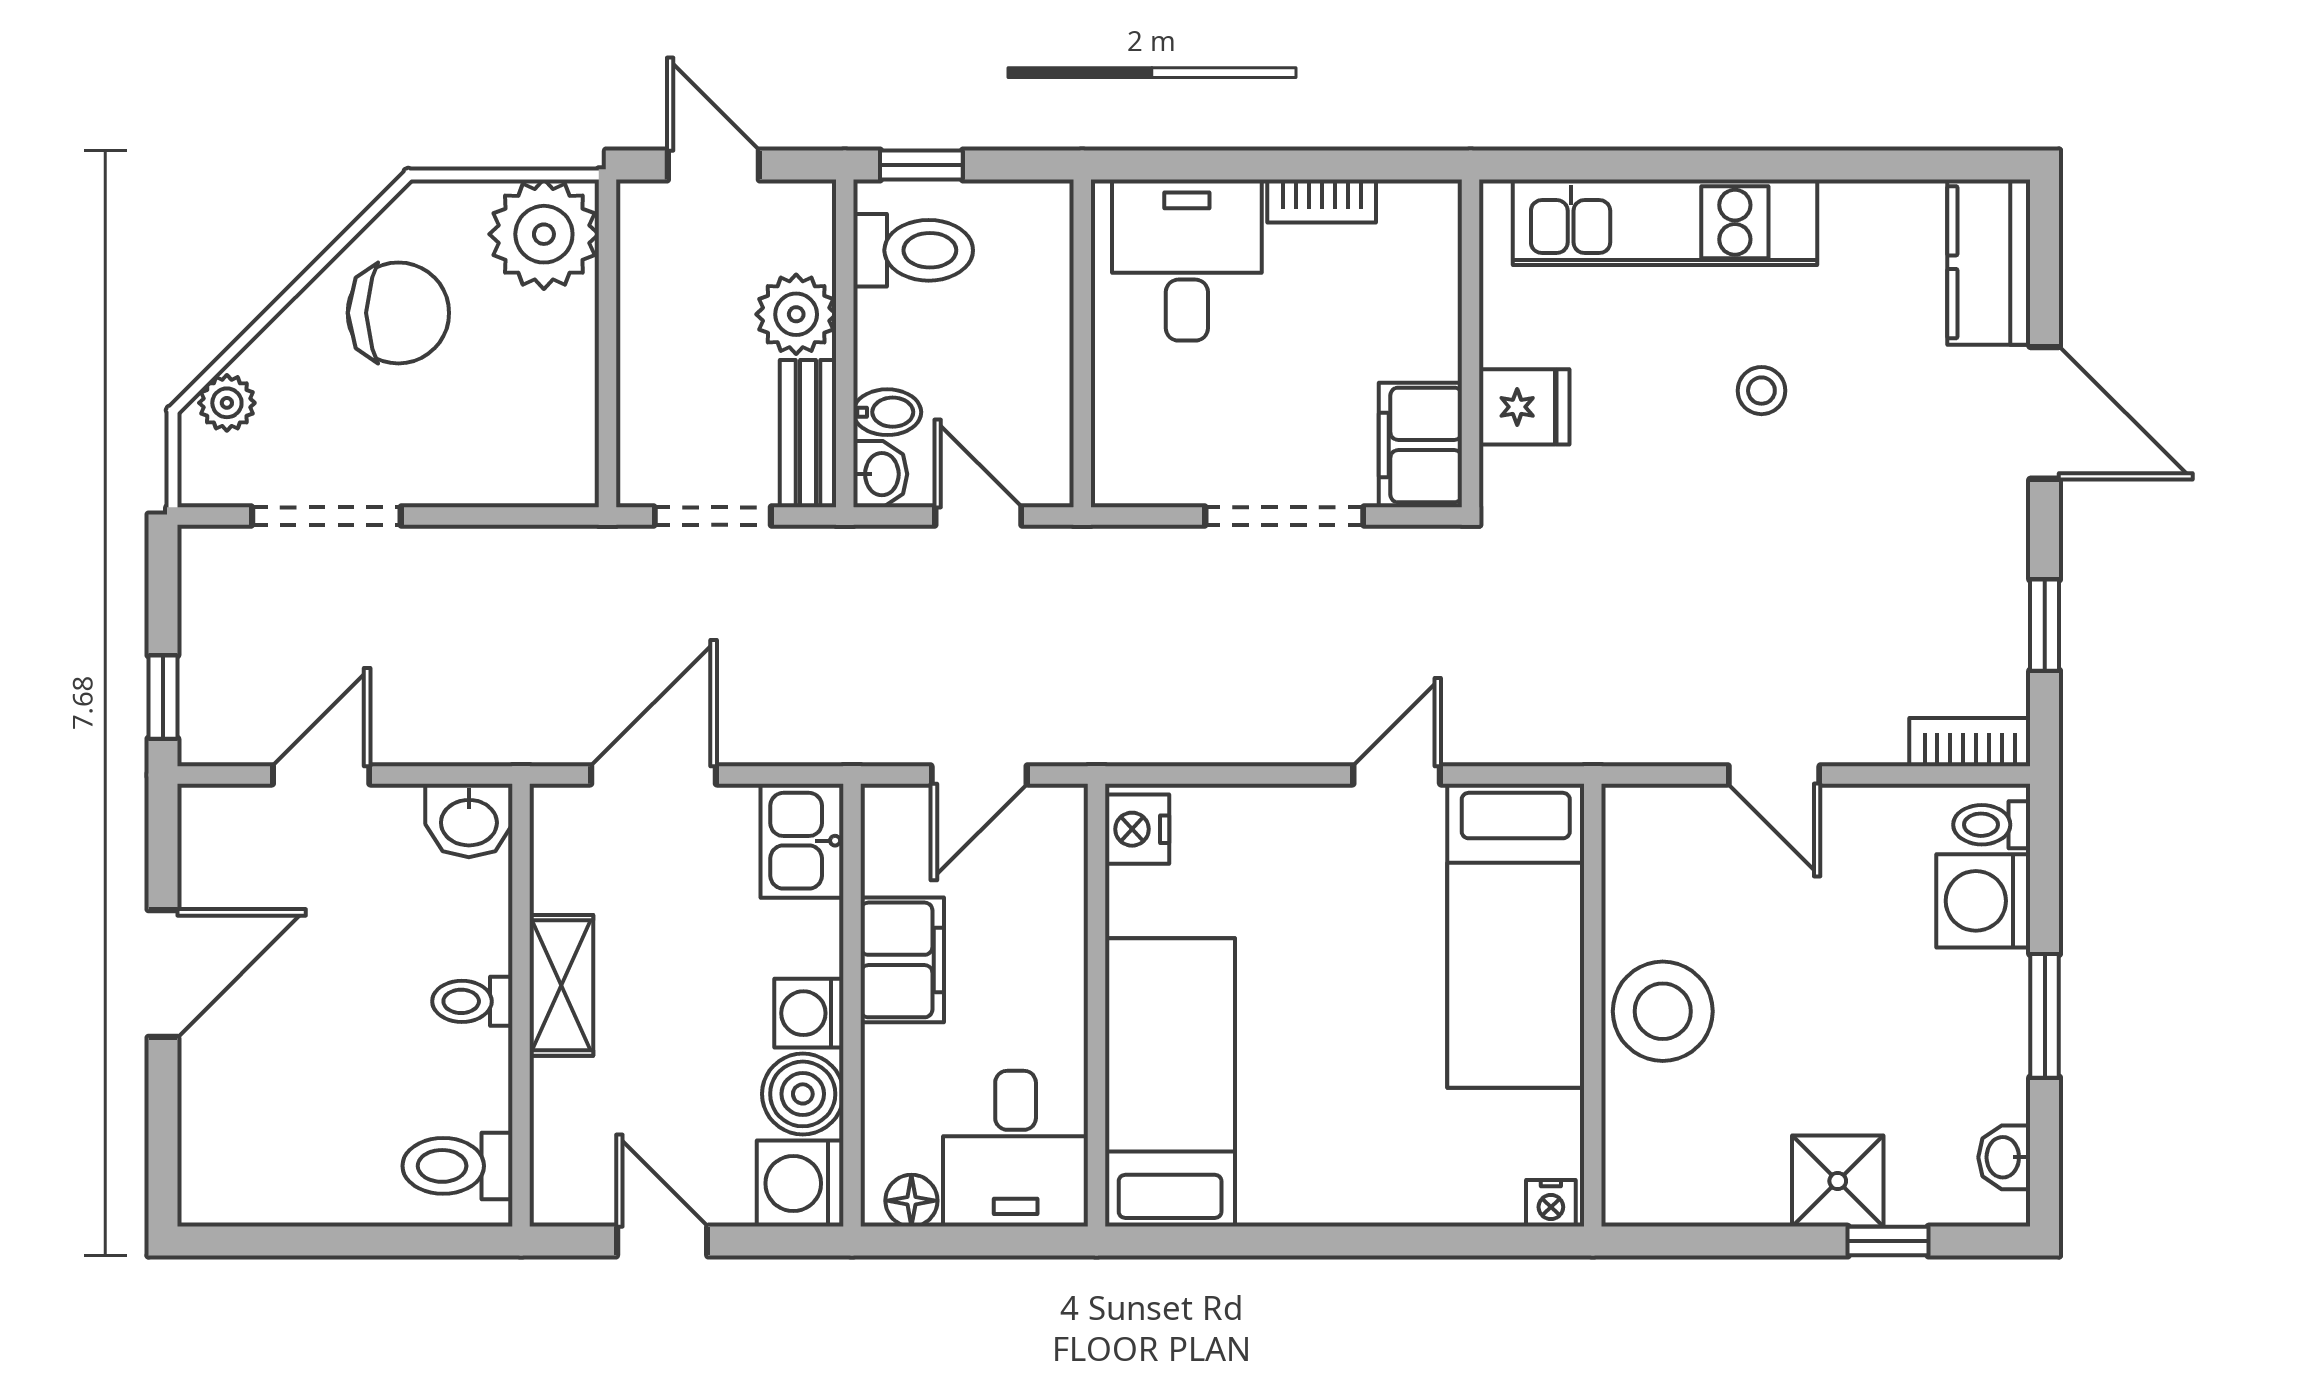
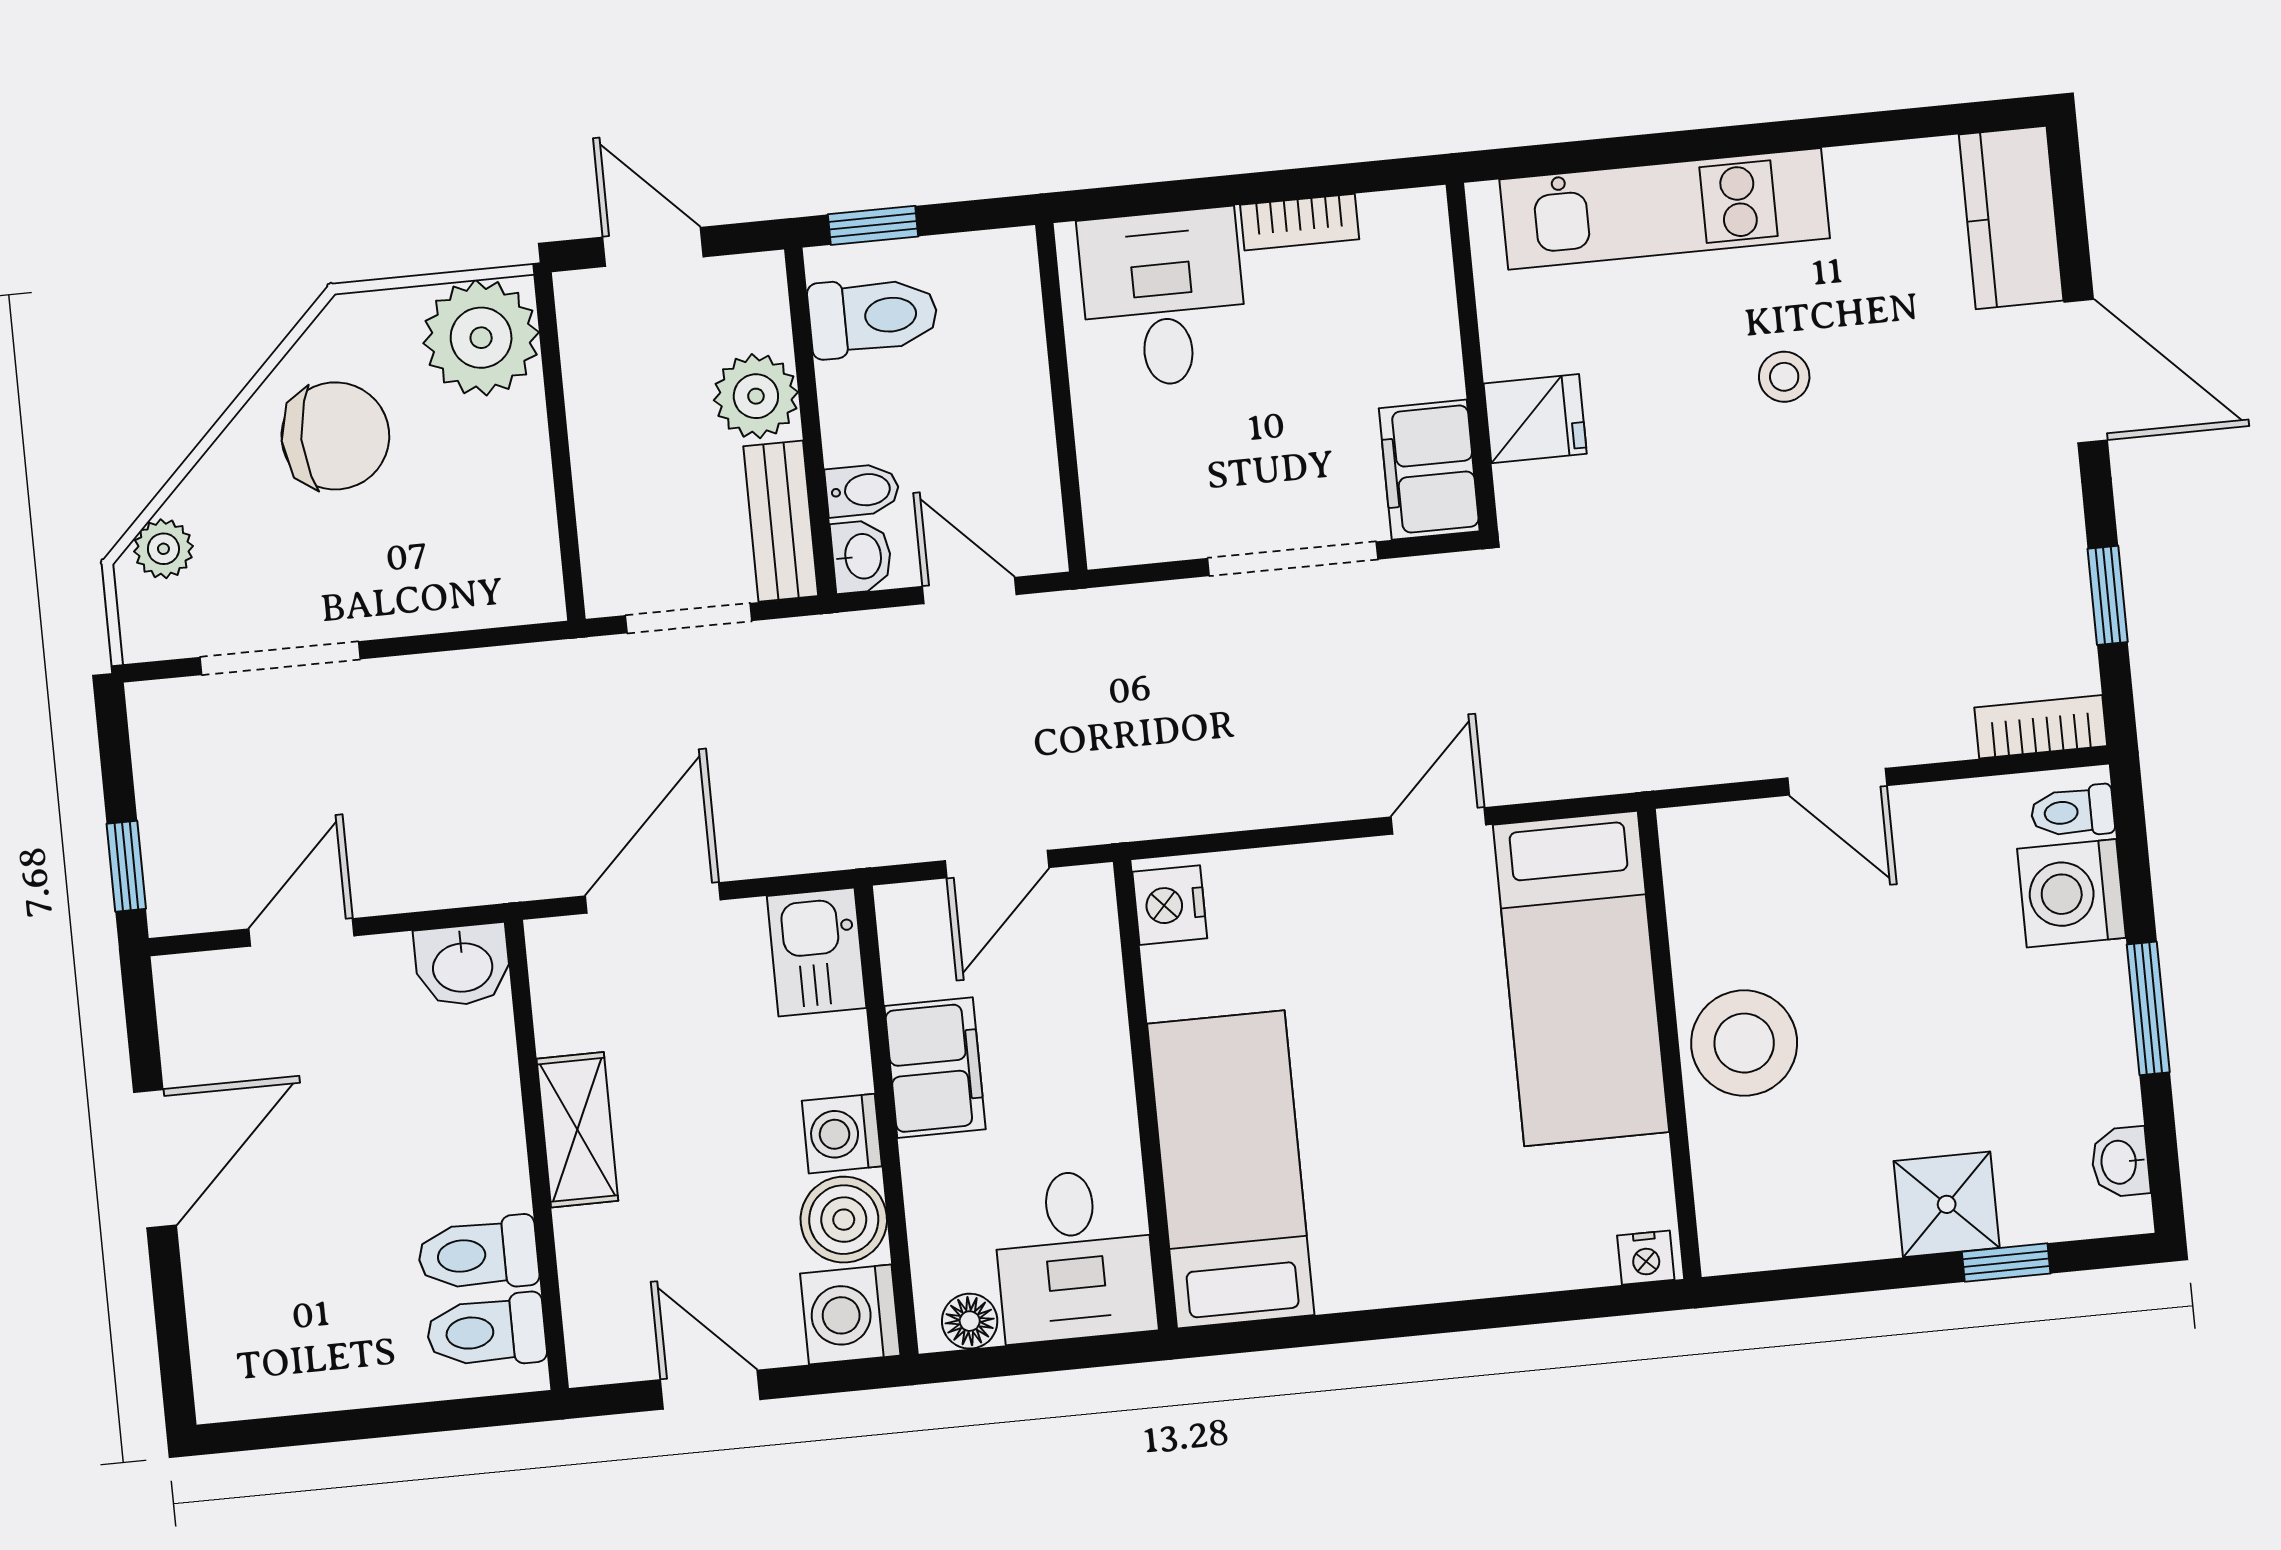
toilet: (472, 1001) -> (478, 1254), moved, width x1.37, depth x1.39

